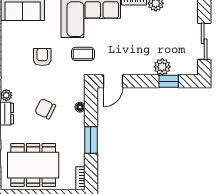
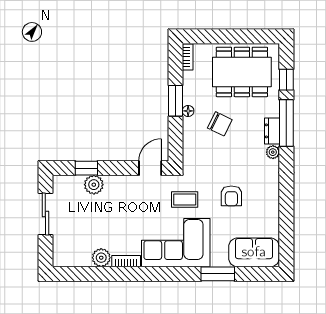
floor lamp: (80, 107) -> (188, 111), moved
chair: (45, 109) -> (220, 124), moved

